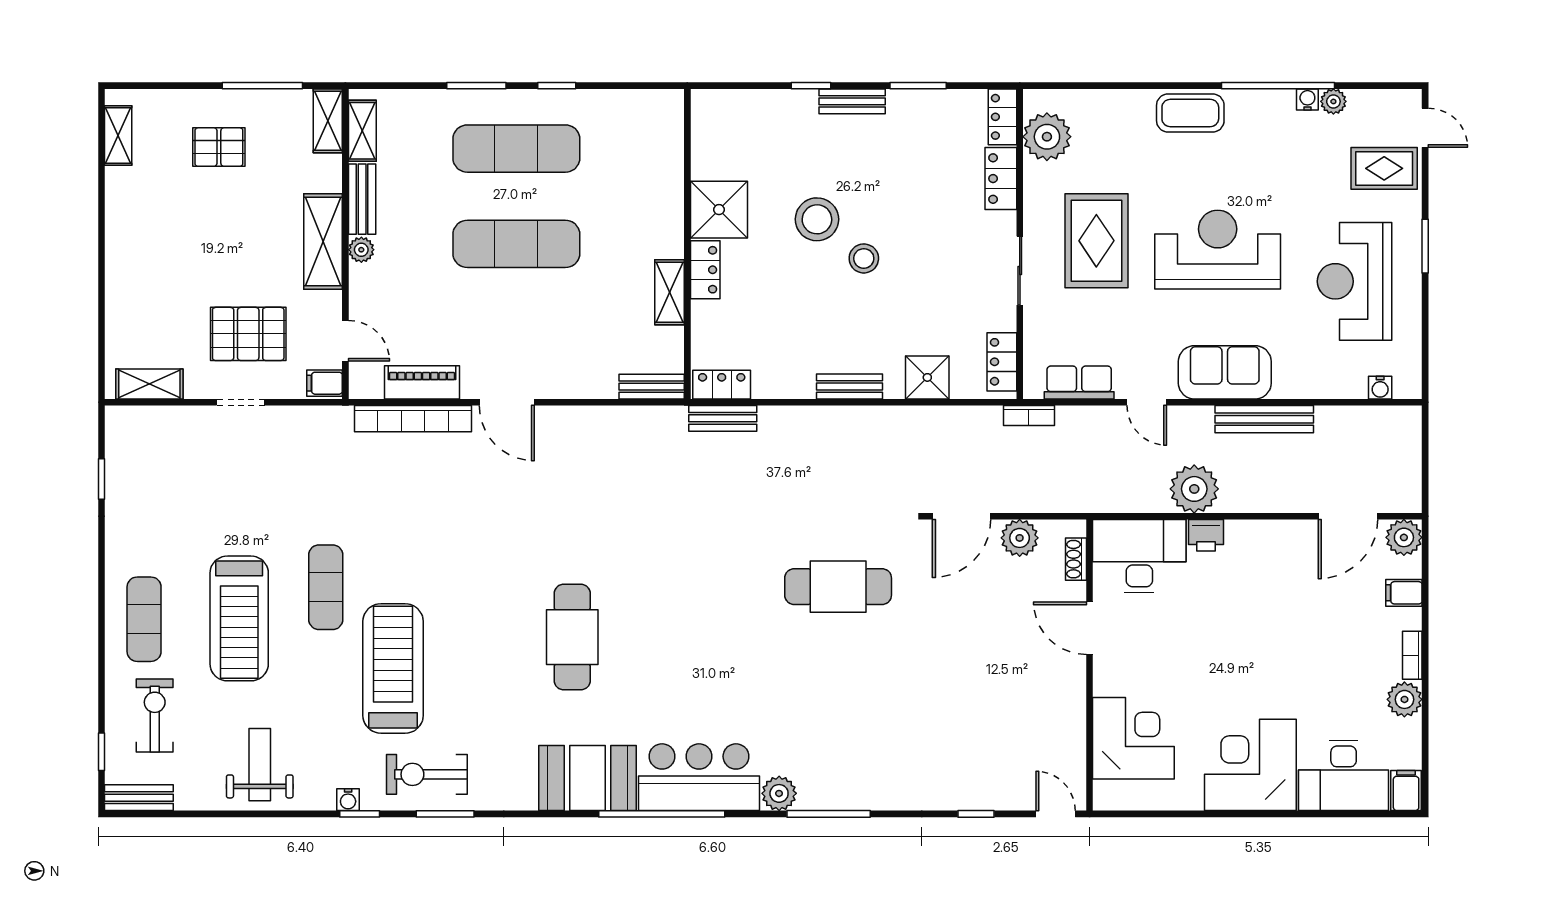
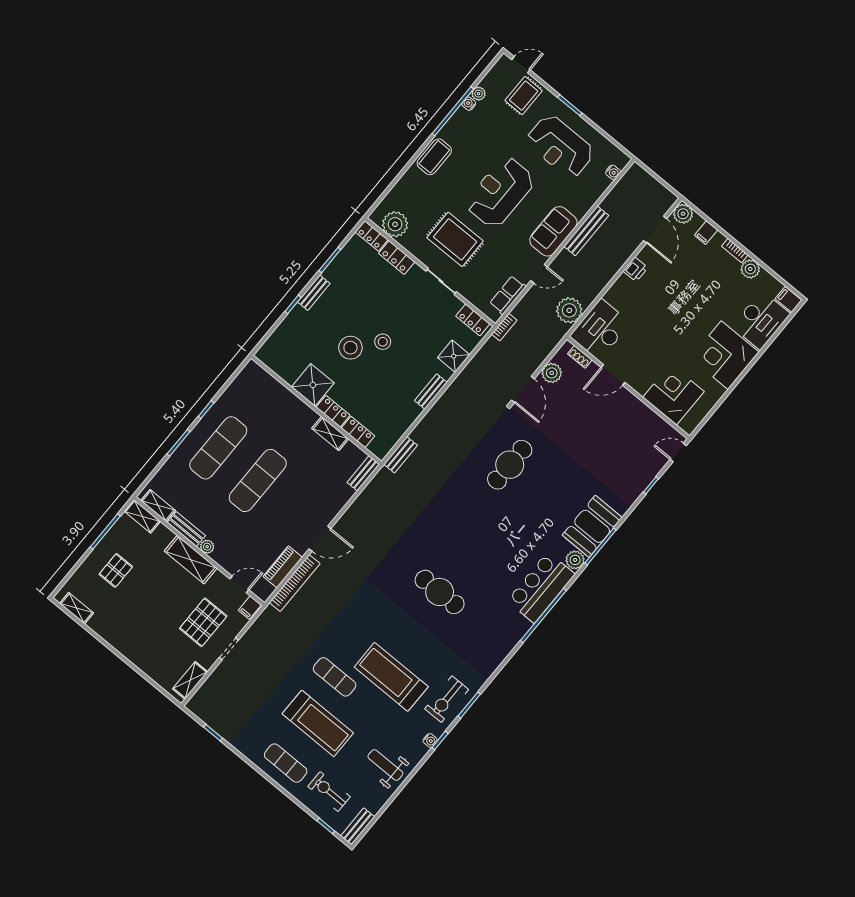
locker: (722, 385) -> (358, 432), moved, turned 90
plant: (1194, 489) -> (569, 310), moved
printer: (1206, 535) -> (635, 269), moved
booth: (587, 778) -> (592, 526), moved

